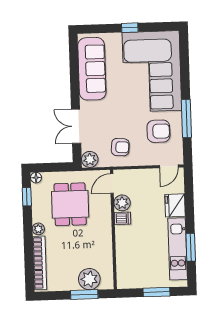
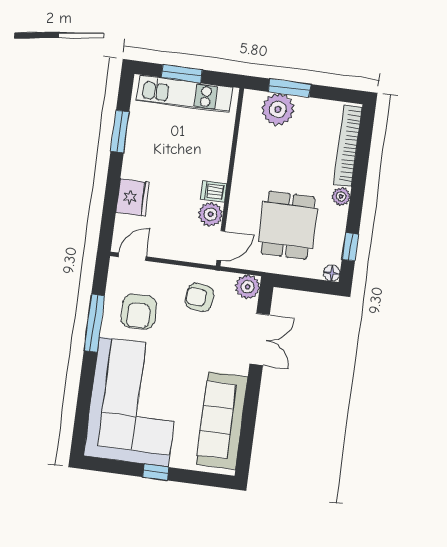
armchair: (158, 131) -> (139, 312), turned -90
kitchen unit: (178, 249) -> (184, 94), moved, turned 90

